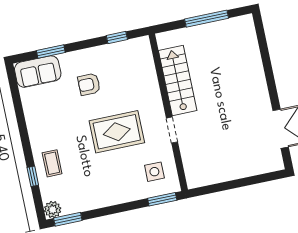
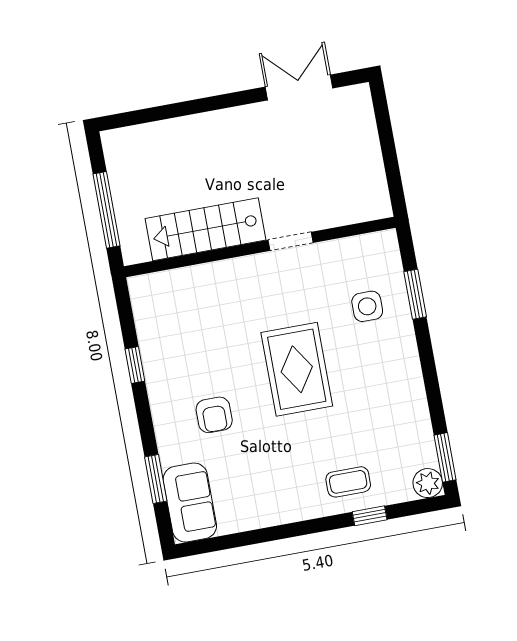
stairs: (178, 81) -> (205, 229), moved
wall: (168, 112) -> (260, 247), moved
doorway: (172, 130) -> (290, 241), moved

